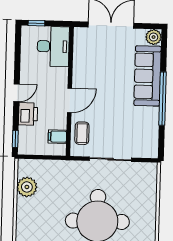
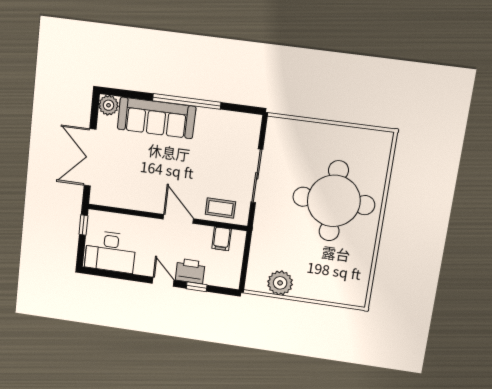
window: (36, 23) -> (83, 225), moved
desk: (53, 46) -> (110, 252), moved, turned 180
window: (15, 139) -> (197, 287), moved

